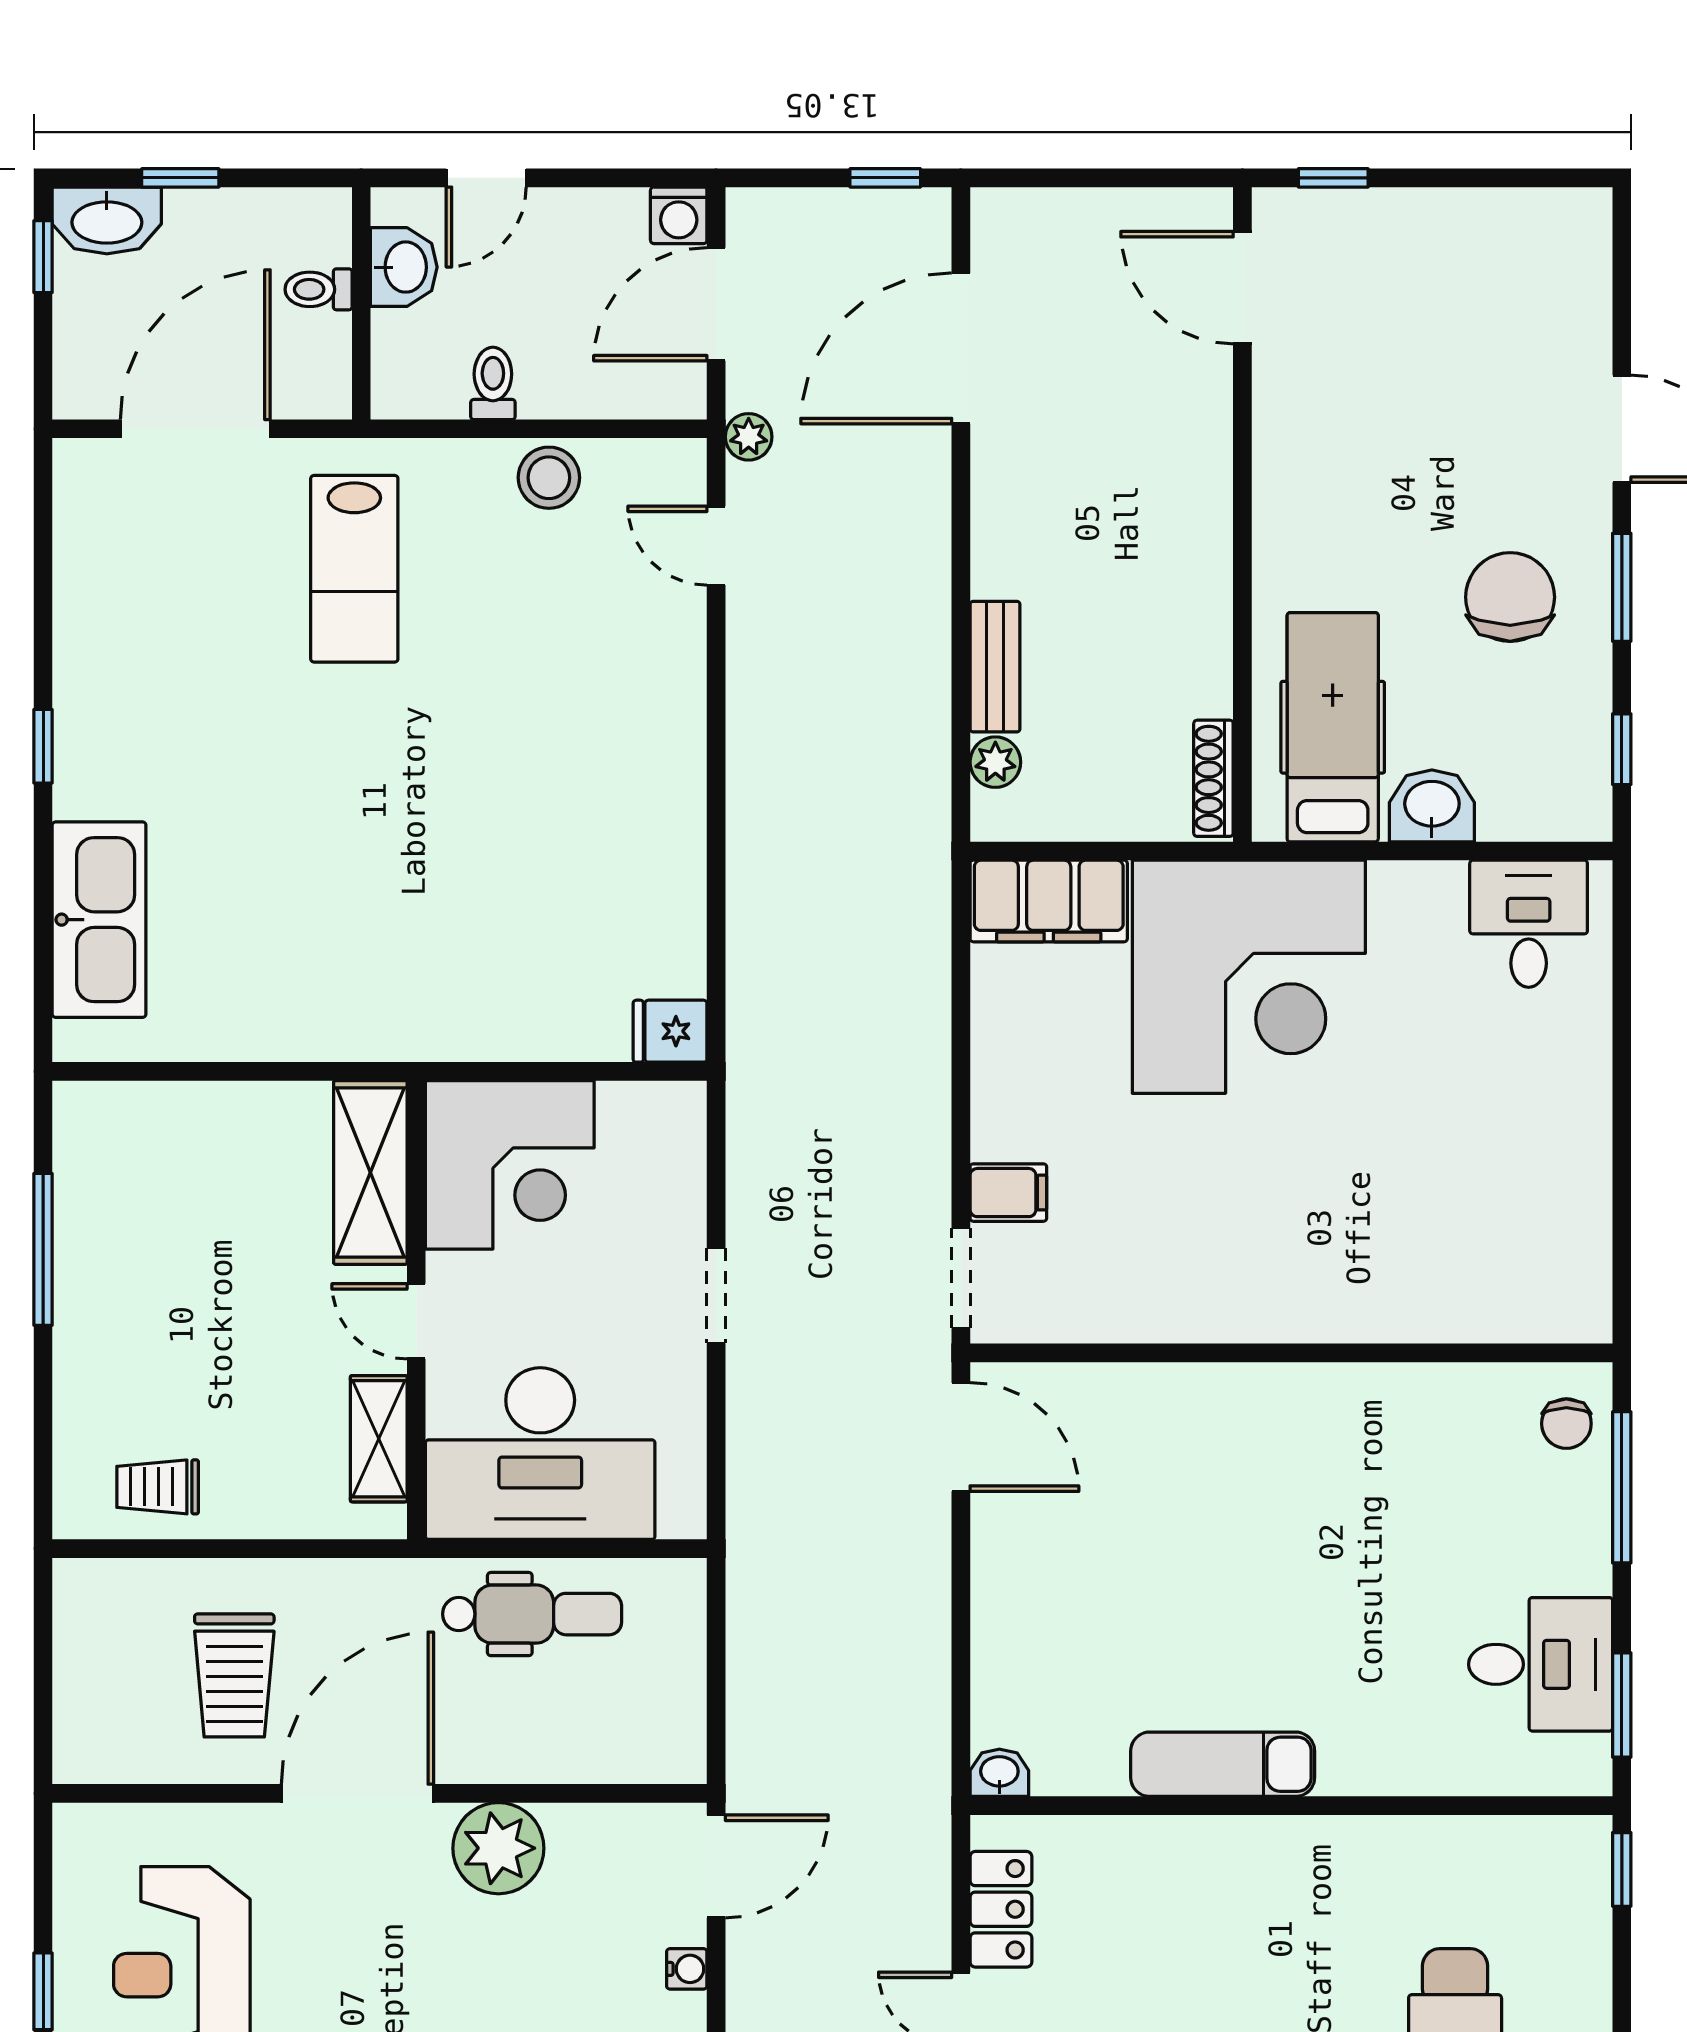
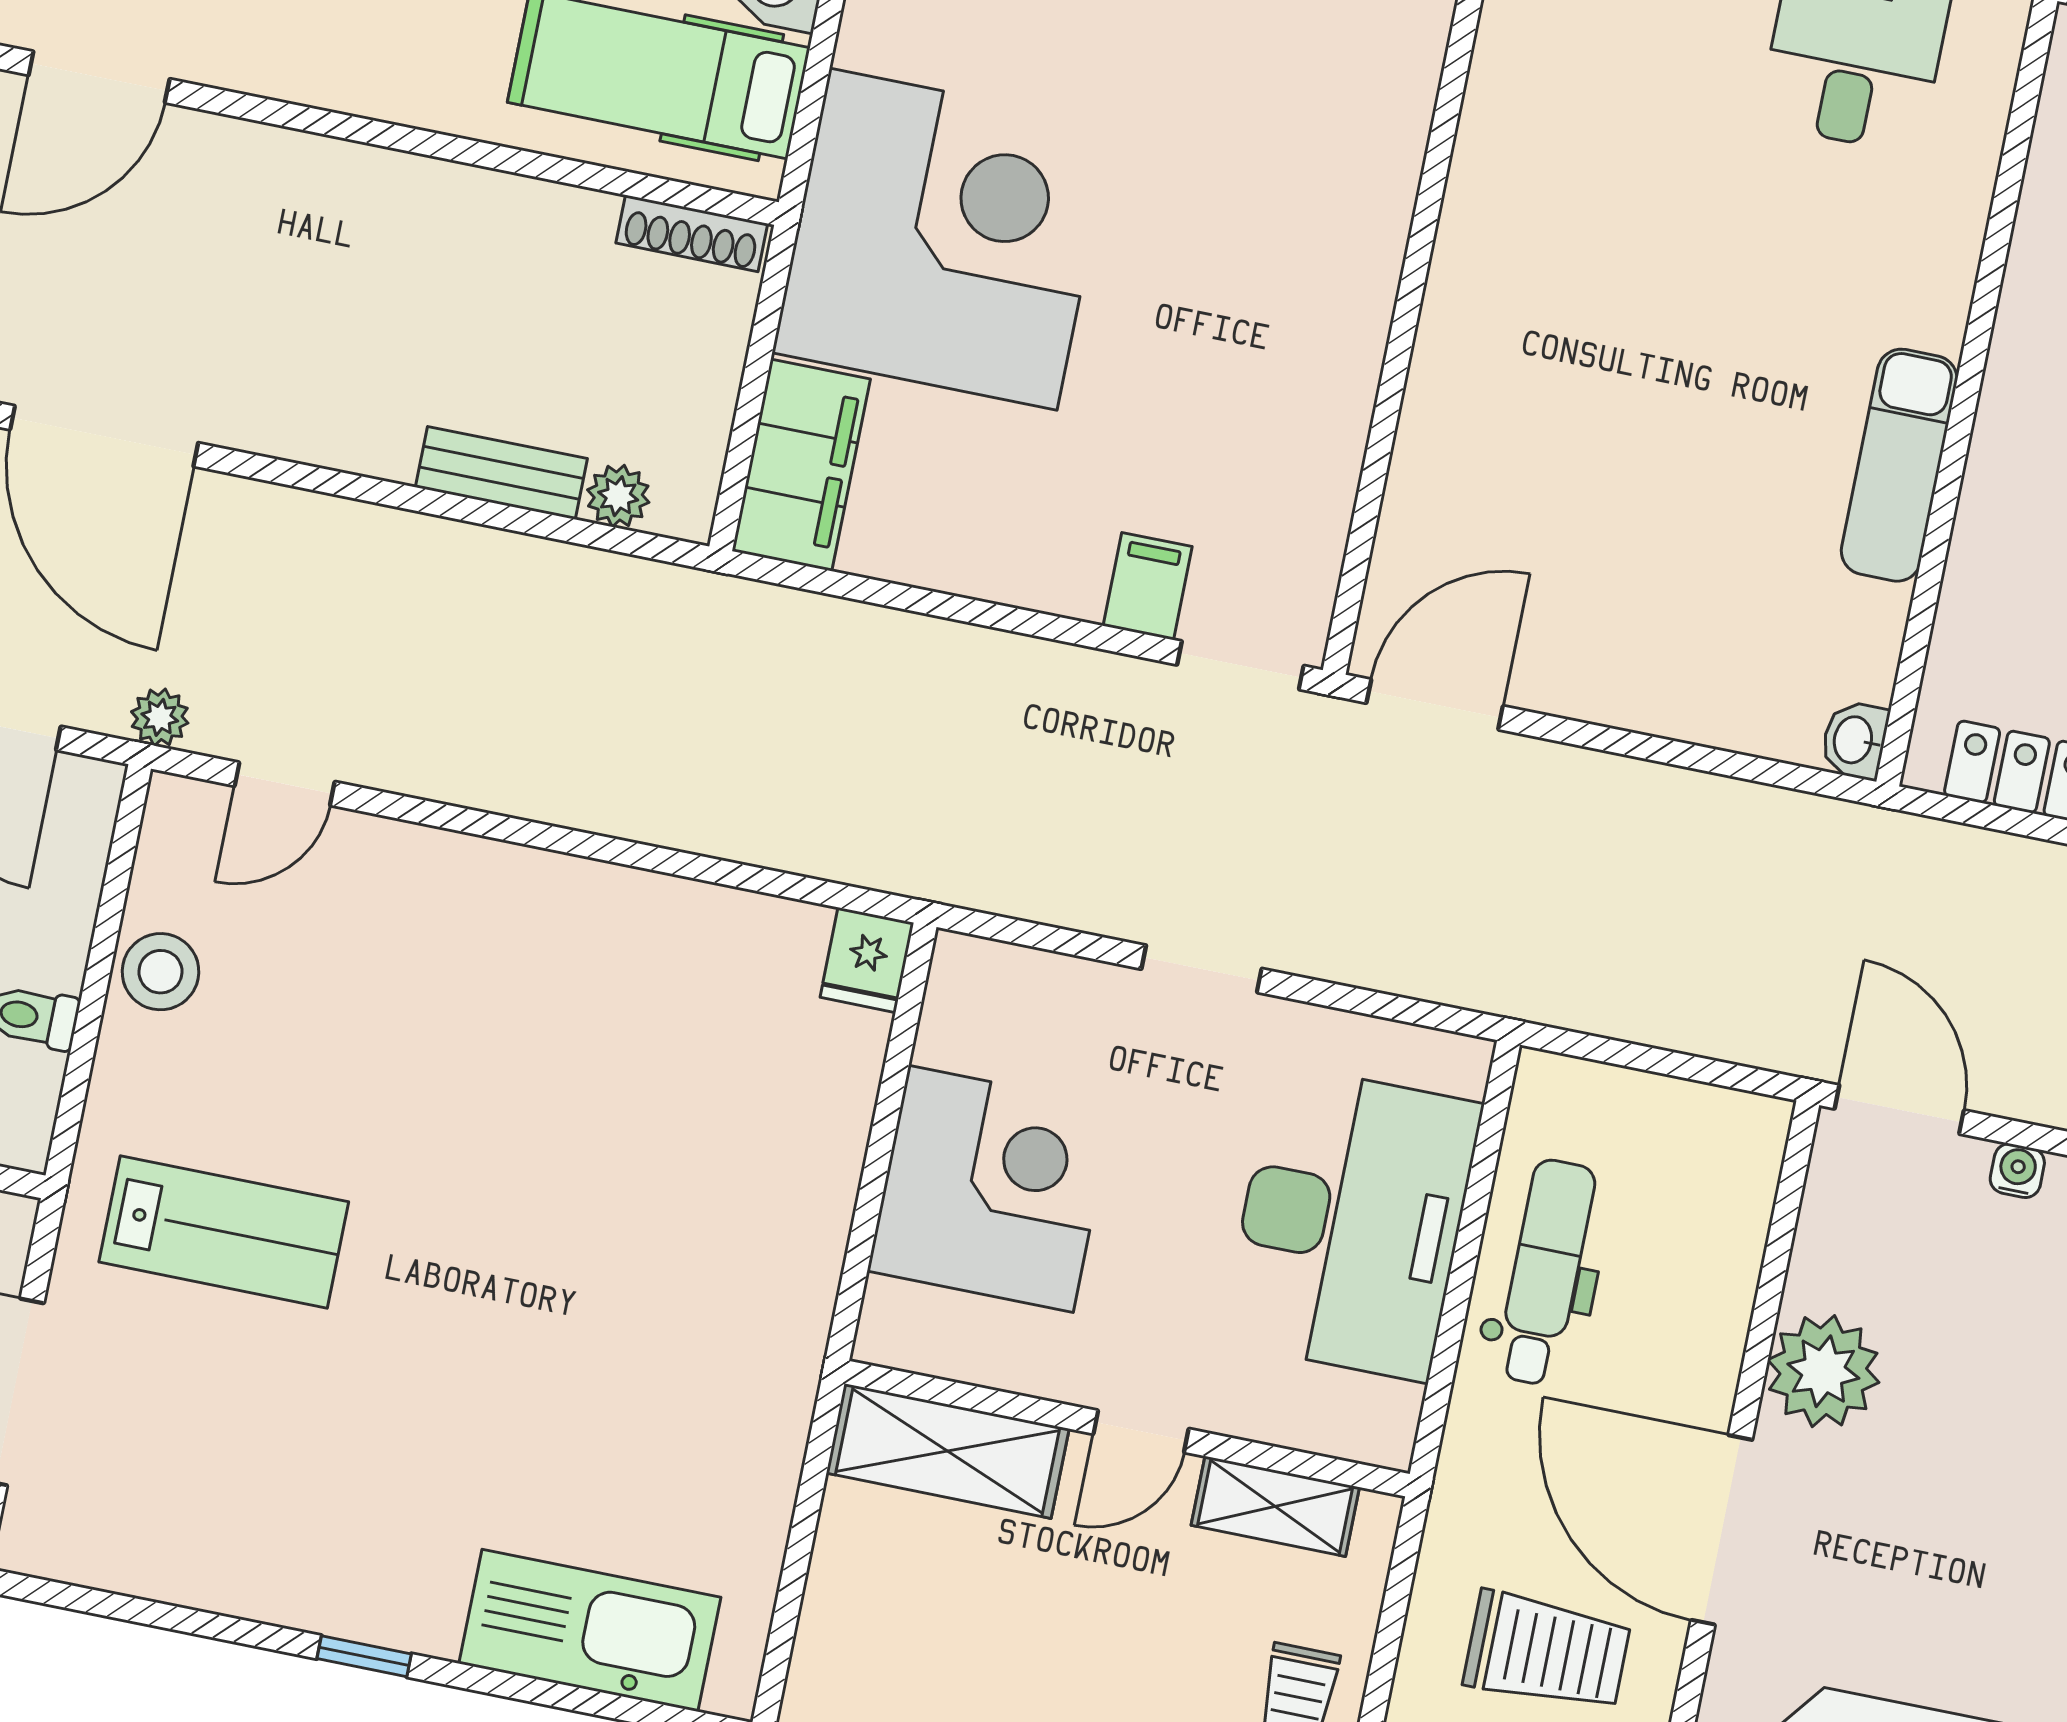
shelving: (370, 1172) -> (948, 1451), moved
wall: (416, 1310) -> (1127, 1429), moved
door: (416, 1321) -> (1141, 1431), moved
shelving: (379, 1439) -> (1275, 1506), moved

